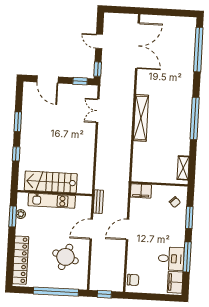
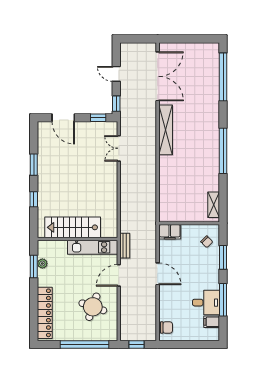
shelving: (141, 118) -> (166, 130), moved
kitchen unit: (52, 201) -> (93, 247), moved
door: (127, 229) -> (158, 274), swing flipped
filing cabinet: (175, 282) -> (212, 322), width x0.50

